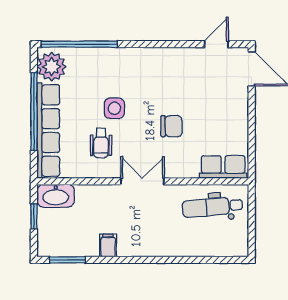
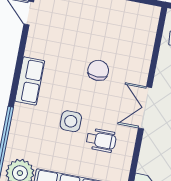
row of seats: (223, 167) -> (30, 81), moved, turned 180

